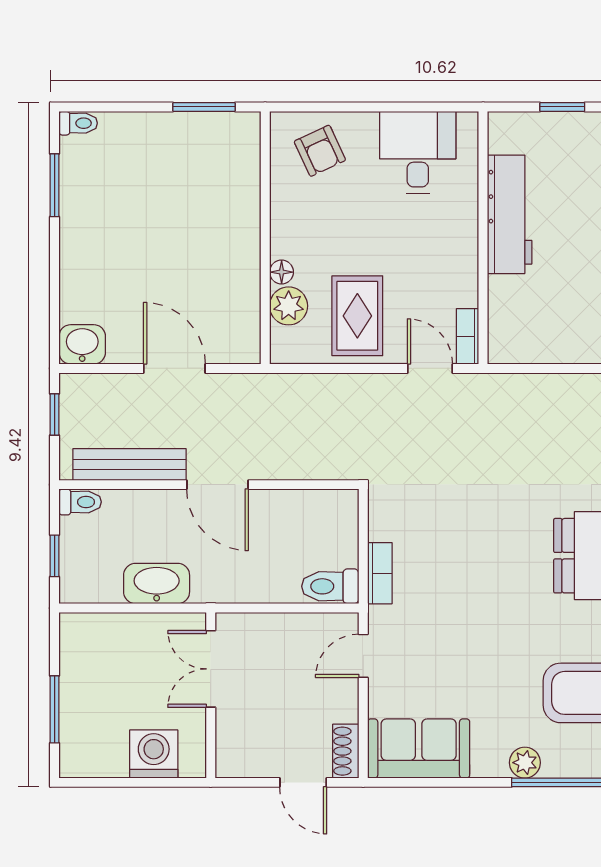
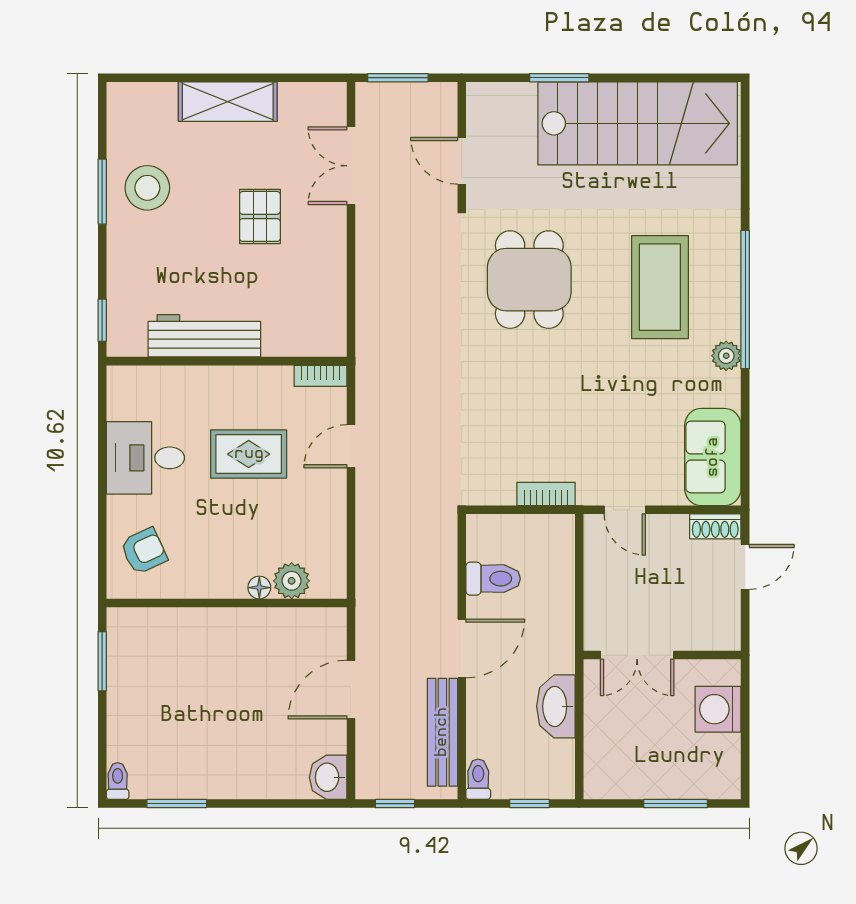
workbench: (510, 214) -> (204, 336), moved
wall: (483, 238) -> (227, 361), moved
rug: (357, 316) -> (249, 454), moved
bookcase: (468, 336) -> (321, 376), moved
toilet: (330, 586) -> (493, 579), moved, turned -90

